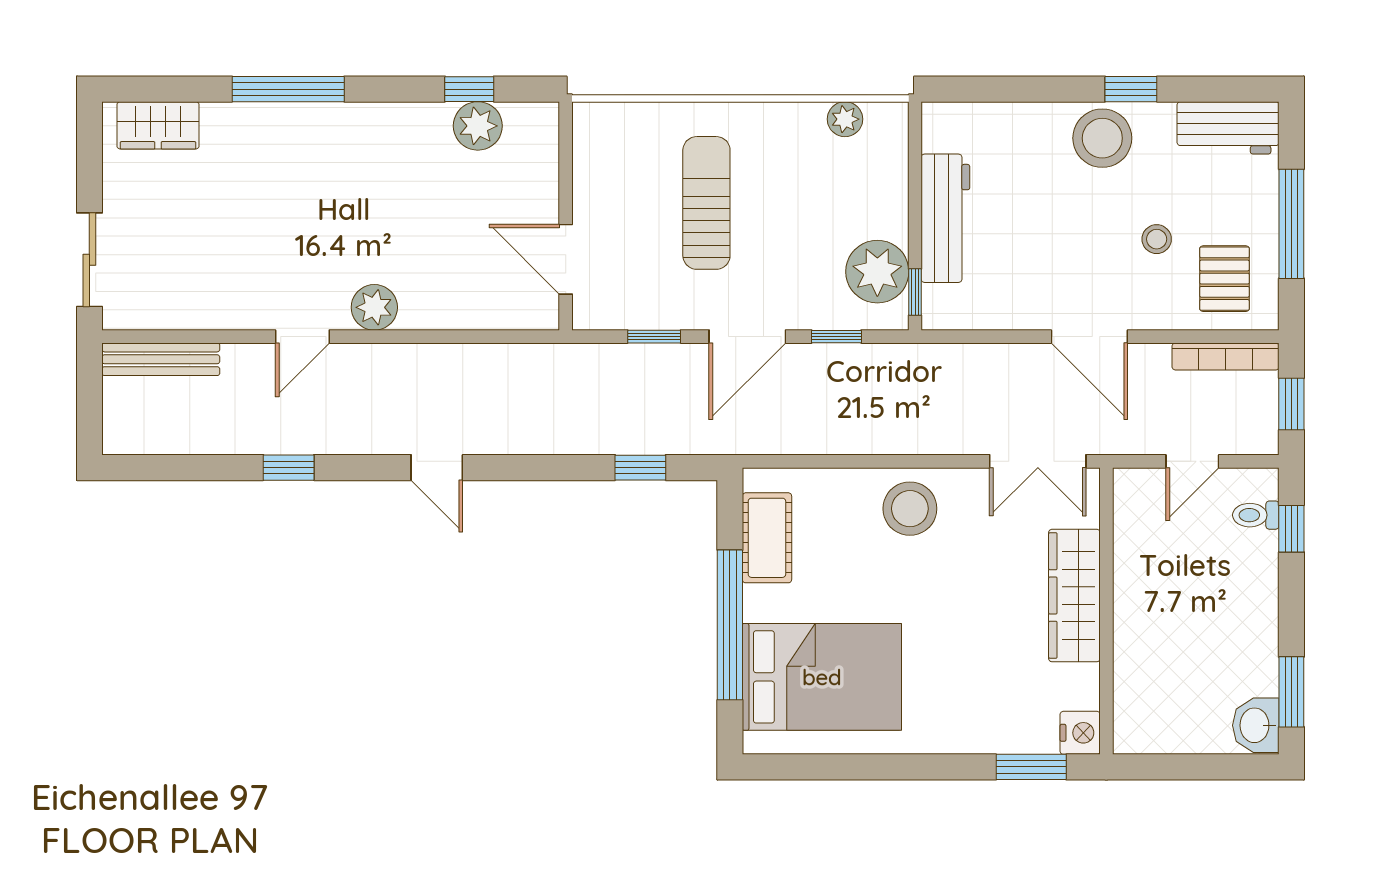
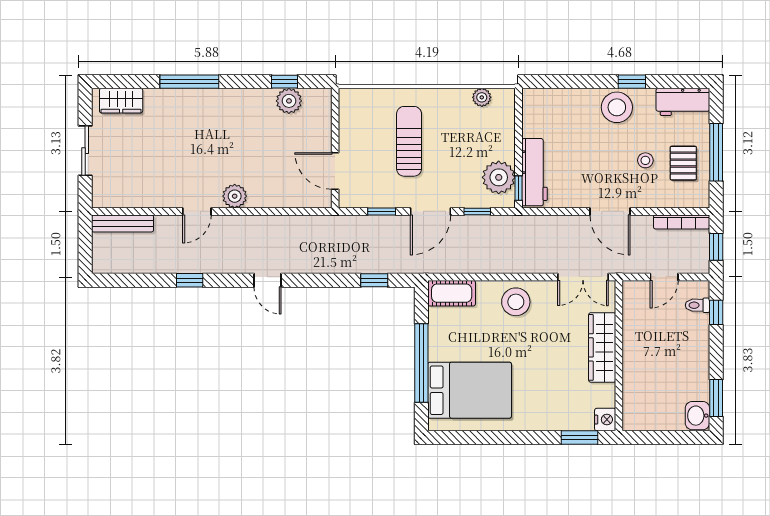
workbench: (945, 218) -> (534, 172), moved
sliding door: (89, 260) -> (85, 151), moved
pallet: (1224, 279) -> (683, 163), moved
cot: (767, 538) -> (452, 293), moved, turned 90

